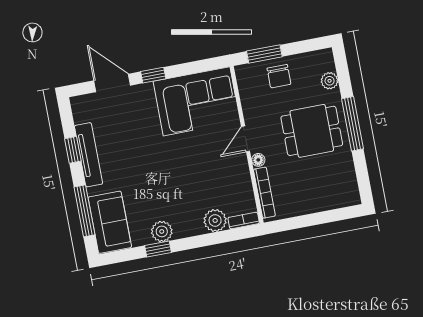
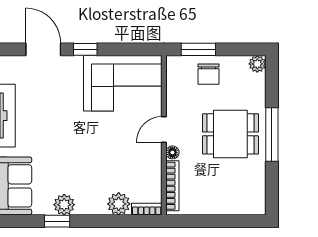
plant: (330, 81) -> (257, 64), moved

